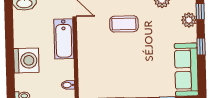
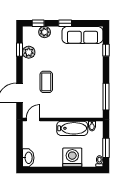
bathtub: (64, 39) -> (72, 128), moved

